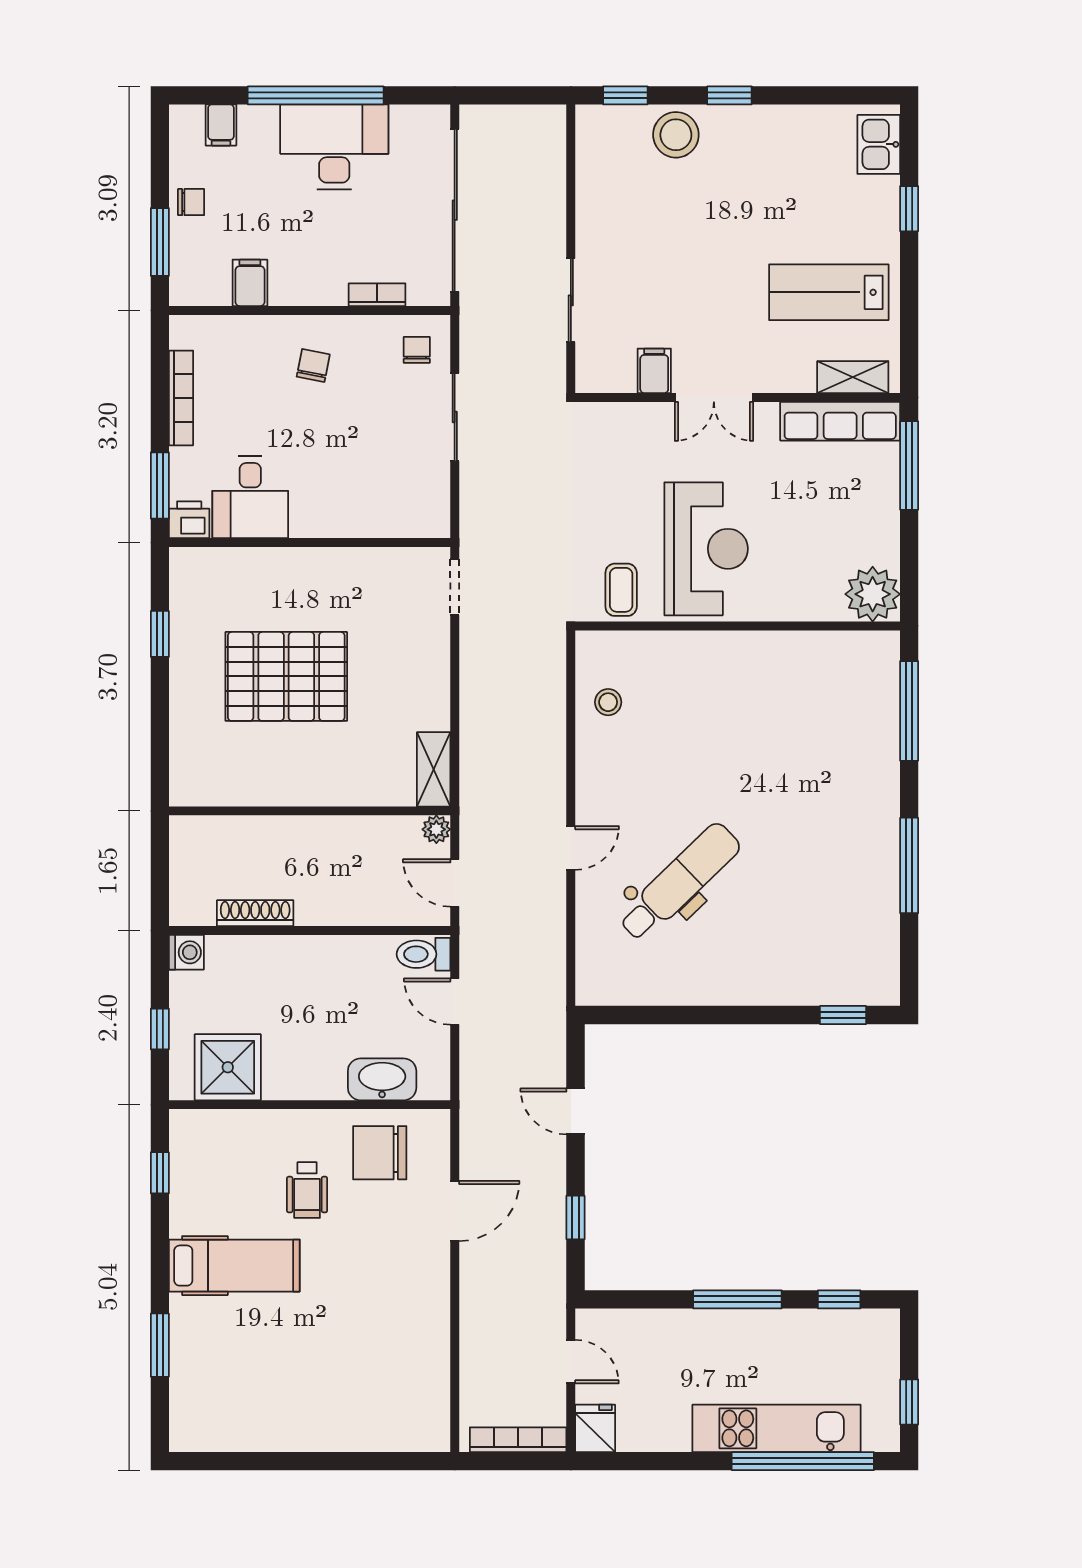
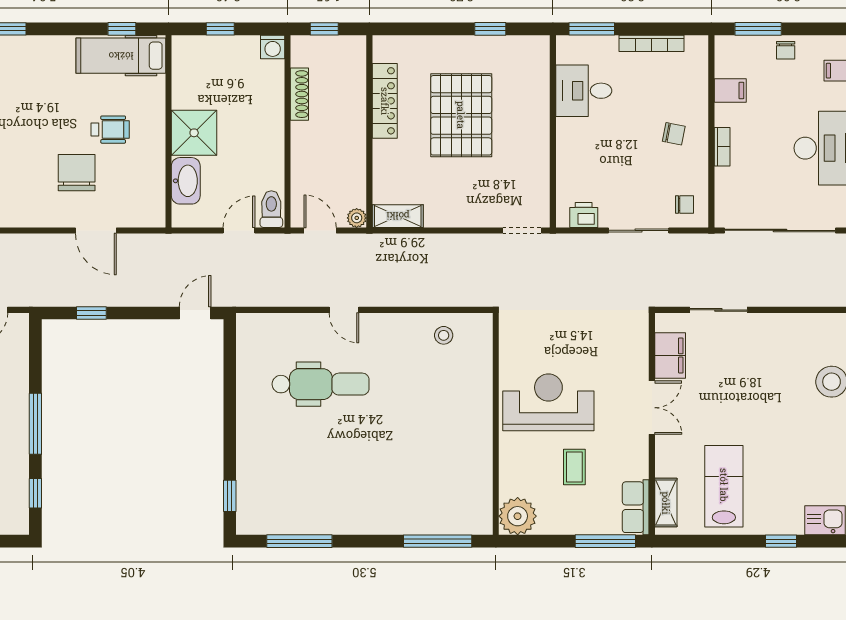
bookcase: (377, 295) -> (722, 147), moved
filing cabinet: (654, 371) -> (670, 355), width x2.00
double door: (714, 397) -> (652, 408), swing flipped
row of seats: (840, 421) -> (636, 507), width x0.68
printer: (189, 520) -> (584, 215), moved, turned -90
reception desk: (706, 549) -> (548, 402), turned 180
coffee table: (621, 590) -> (574, 467), moved, turned 90
locker: (265, 788) -> (385, 101), added
window: (909, 865) -> (299, 541), moved
window: (160, 877) -> (324, 29), added
dental chair: (679, 882) -> (321, 384), turned -46
door: (455, 883) -> (320, 230), hinge flipped
shower: (228, 1067) -> (194, 133), moved
door: (576, 1111) -> (195, 313), moved
chair: (380, 1153) -> (77, 173), moved
wheelchair: (307, 1190) -> (110, 130), turned 180
hospital bed: (234, 1266) -> (121, 56), moved, turned 90

